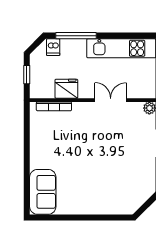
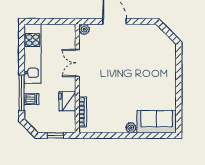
dishwasher: (53, 47) -> (31, 99), moved
plant: (36, 162) -> (131, 128), added

